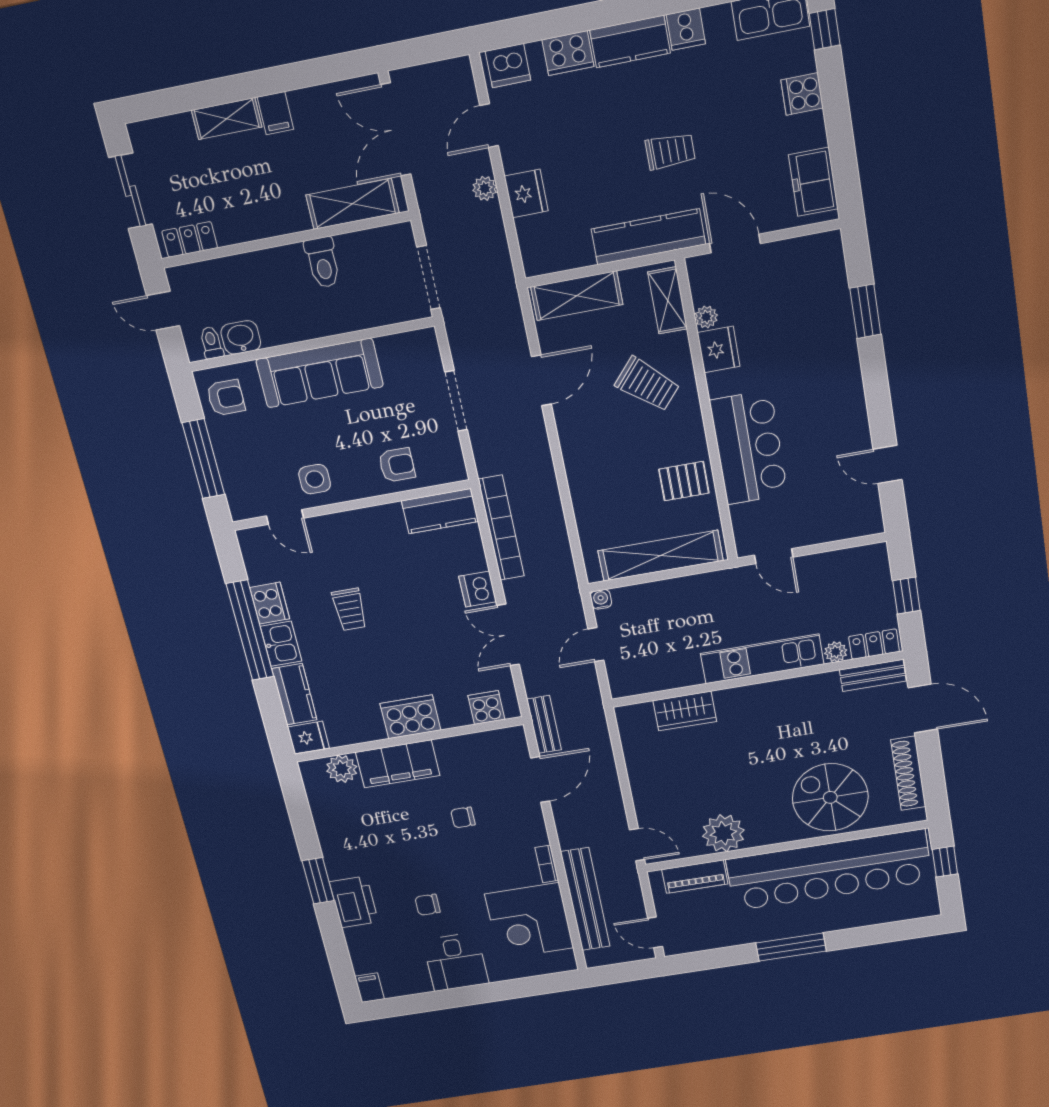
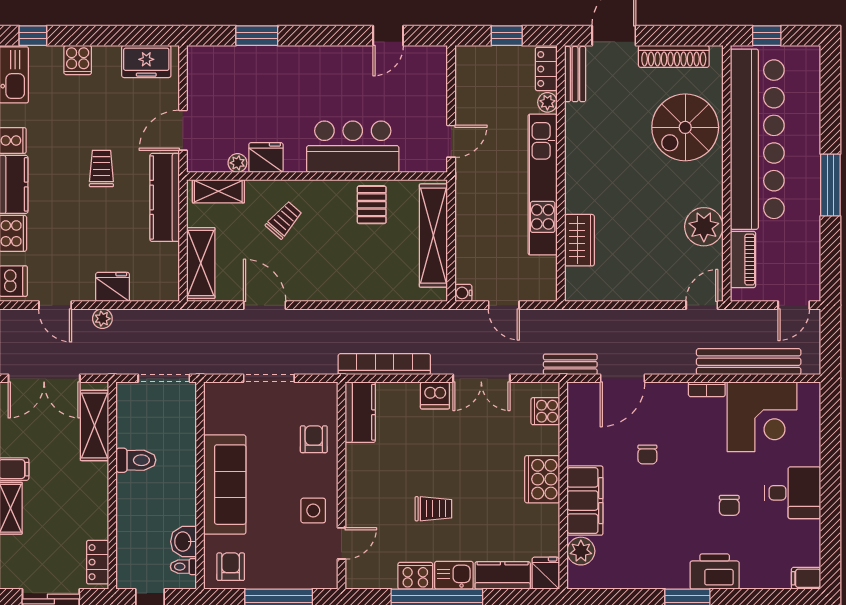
trolley: (647, 384) -> (284, 220), width x0.73, depth x0.72
kitchen unit: (762, 659) -> (543, 185), width x1.36
door: (540, 780) -> (623, 378), swing flipped

